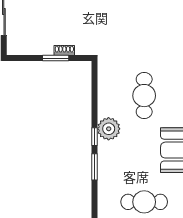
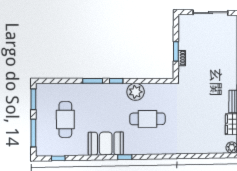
plant: (109, 129) -> (136, 92), moved

